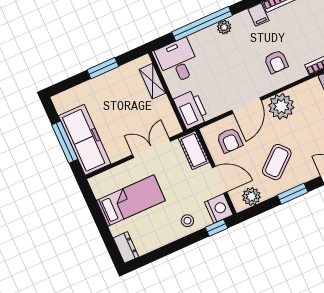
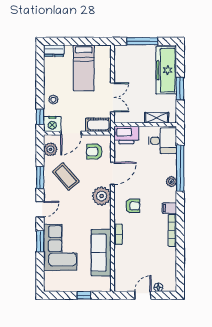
armchair: (276, 62) -> (133, 206), turned 180
door: (247, 105) -> (113, 173), swing flipped
freezer: (85, 140) -> (166, 70), moved, turned 90

